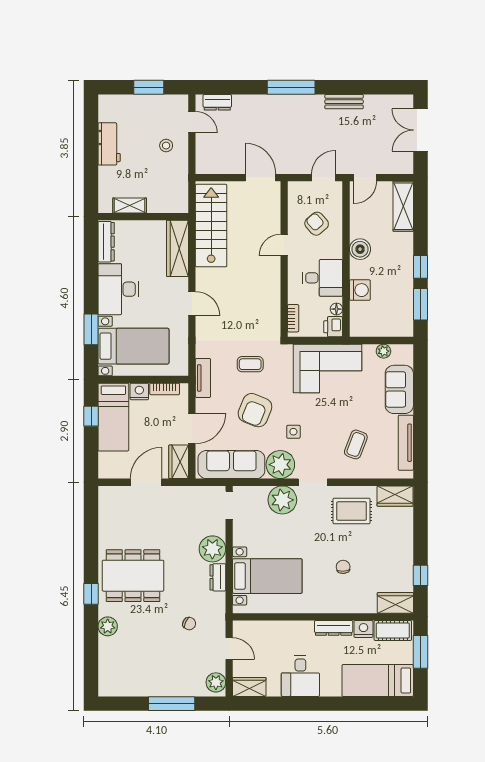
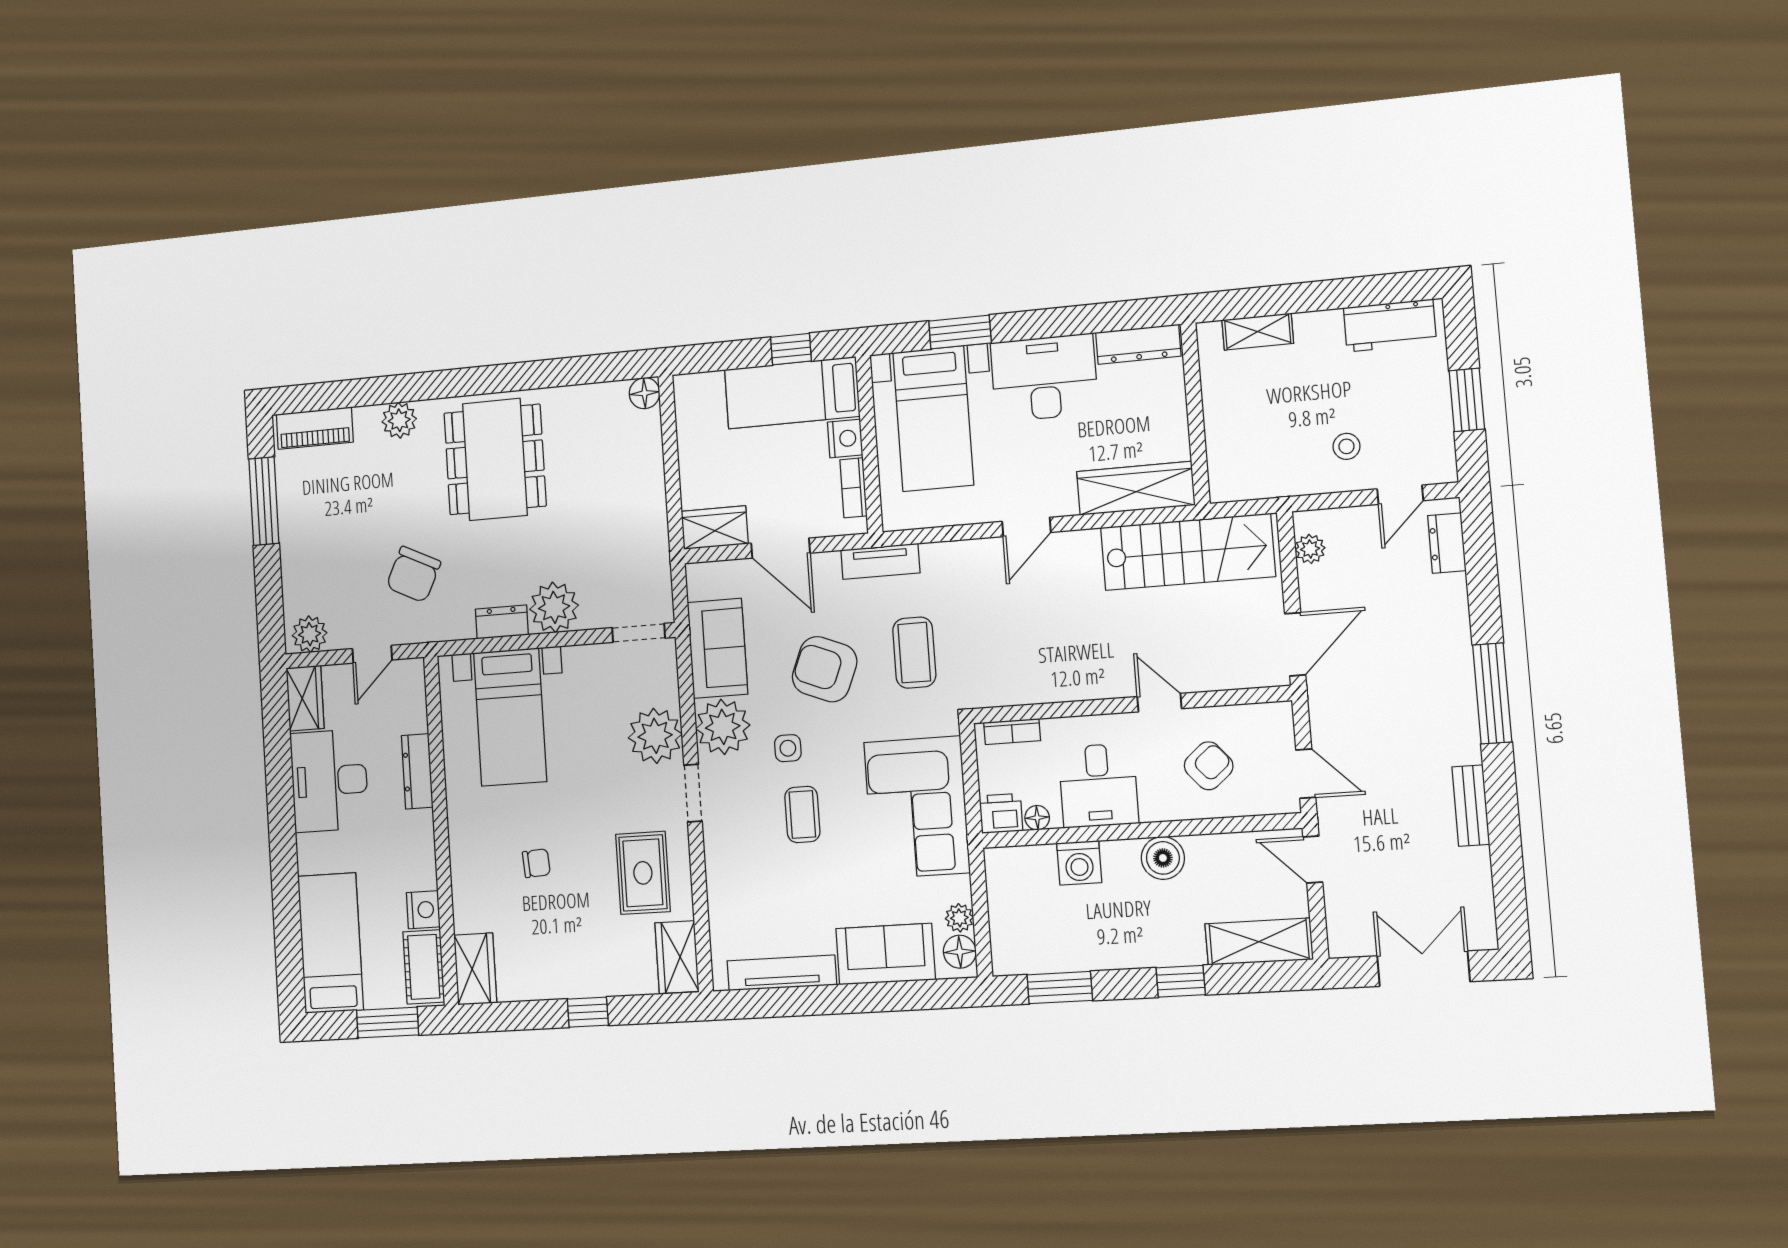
workbench: (109, 144) -> (1390, 326), moved
plant: (215, 167) -> (1310, 549), added
shelving: (130, 205) -> (1258, 332), moved, turned 90
window: (420, 267) -> (1181, 981), moved
floor lamp: (400, 352) -> (960, 952), added
coffee table: (250, 364) -> (914, 653), width x1.36, depth x1.30
coffee table: (356, 444) -> (802, 814), moved, turned 69
sofa: (231, 465) -> (717, 648), width x0.73
door: (146, 482) -> (672, 468), removed
floor lamp: (106, 494) -> (644, 393), added
window: (420, 575) -> (588, 1012), moved
window: (91, 594) -> (457, 383), removed
chair: (189, 624) -> (413, 574), width x1.87, depth x1.87
dresser: (334, 628) -> (417, 771), moved
piano: (107, 673) -> (315, 428), added
desk: (300, 676) -> (329, 781), width x1.37
window: (172, 704) -> (264, 501), moved

